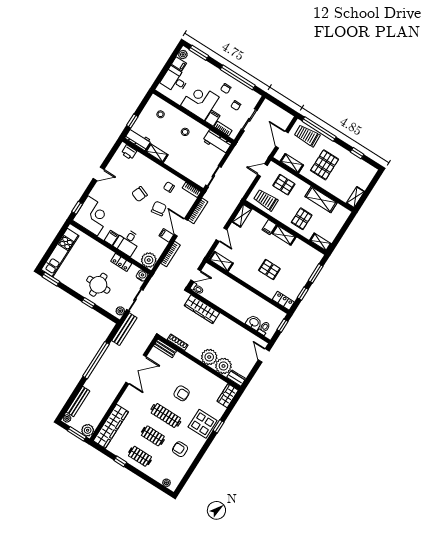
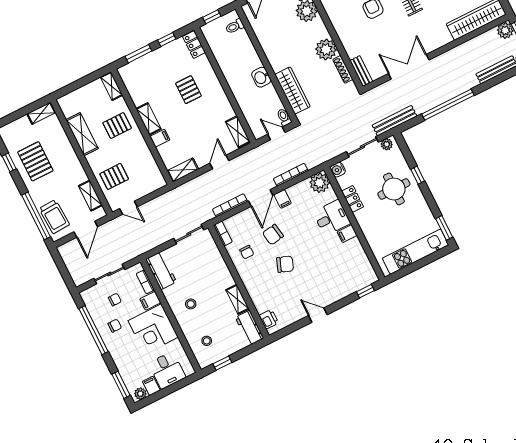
window: (132, 121) -> (222, 363), moved
pallet: (325, 165) -> (35, 161), moved, turned 90
pallet: (284, 185) -> (114, 176), turned 90
trolley: (266, 200) -> (145, 171), removed
corner desk: (93, 216) -> (354, 271), removed
washbasin: (254, 323) -> (261, 77), moved
plant: (209, 357) -> (326, 49), moved

